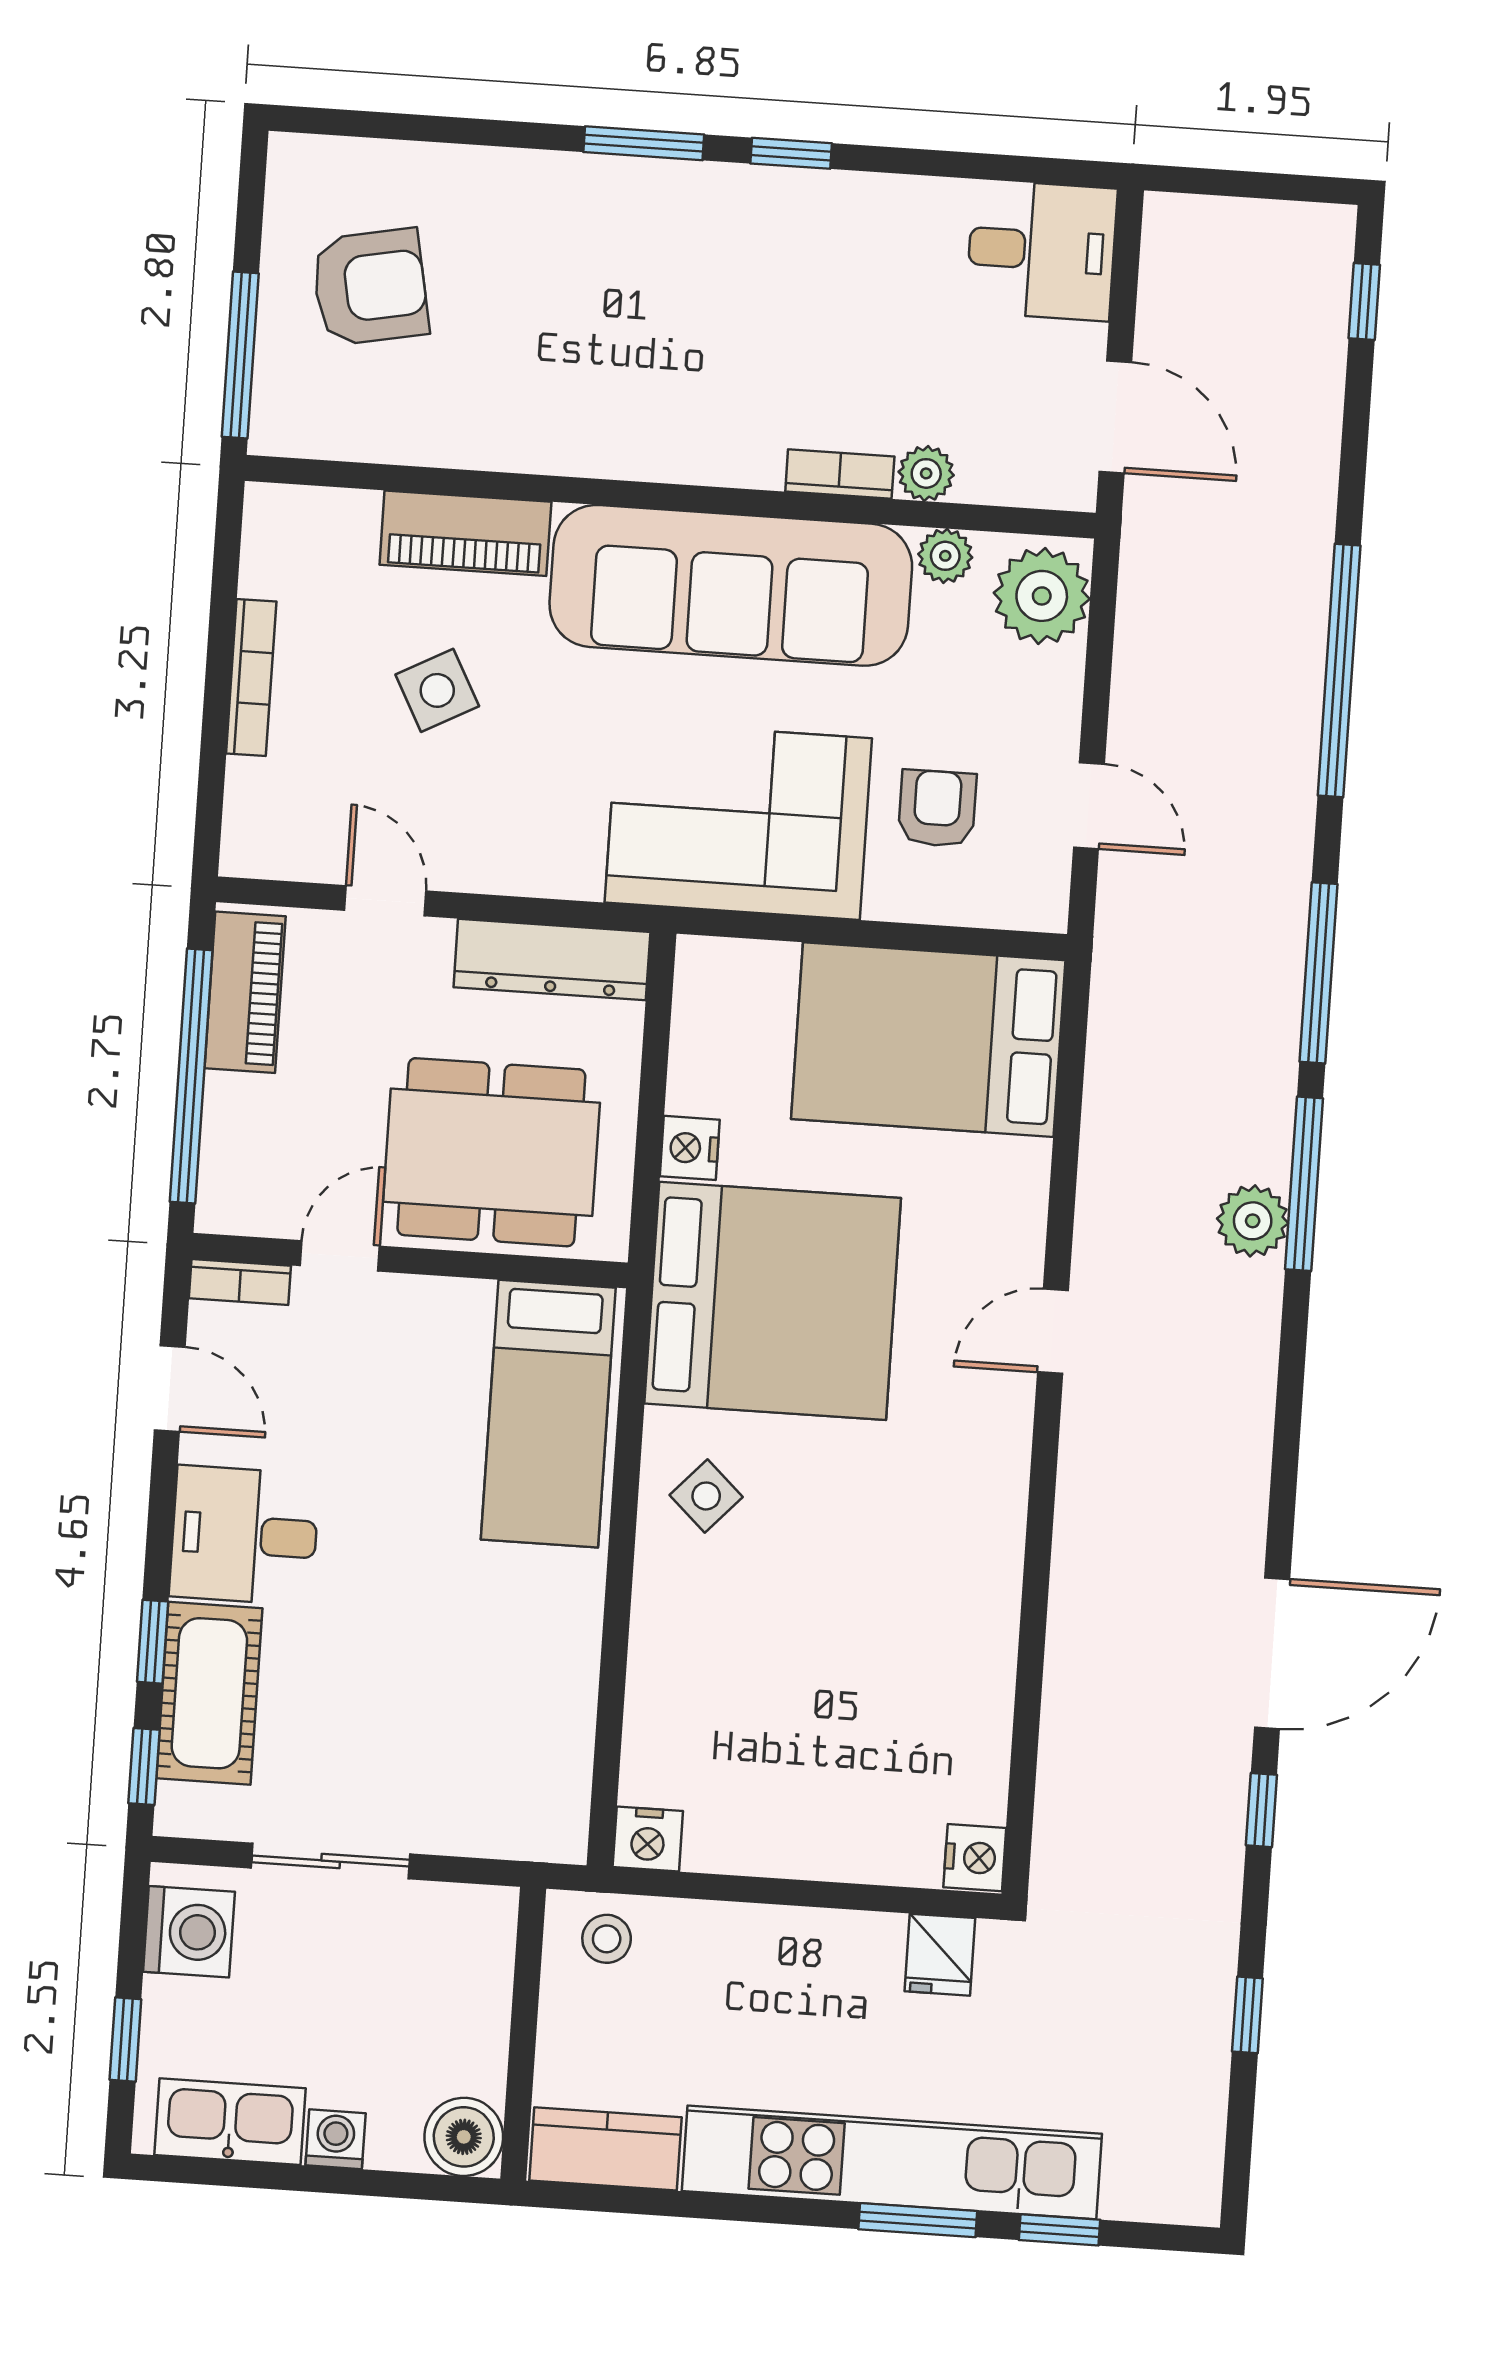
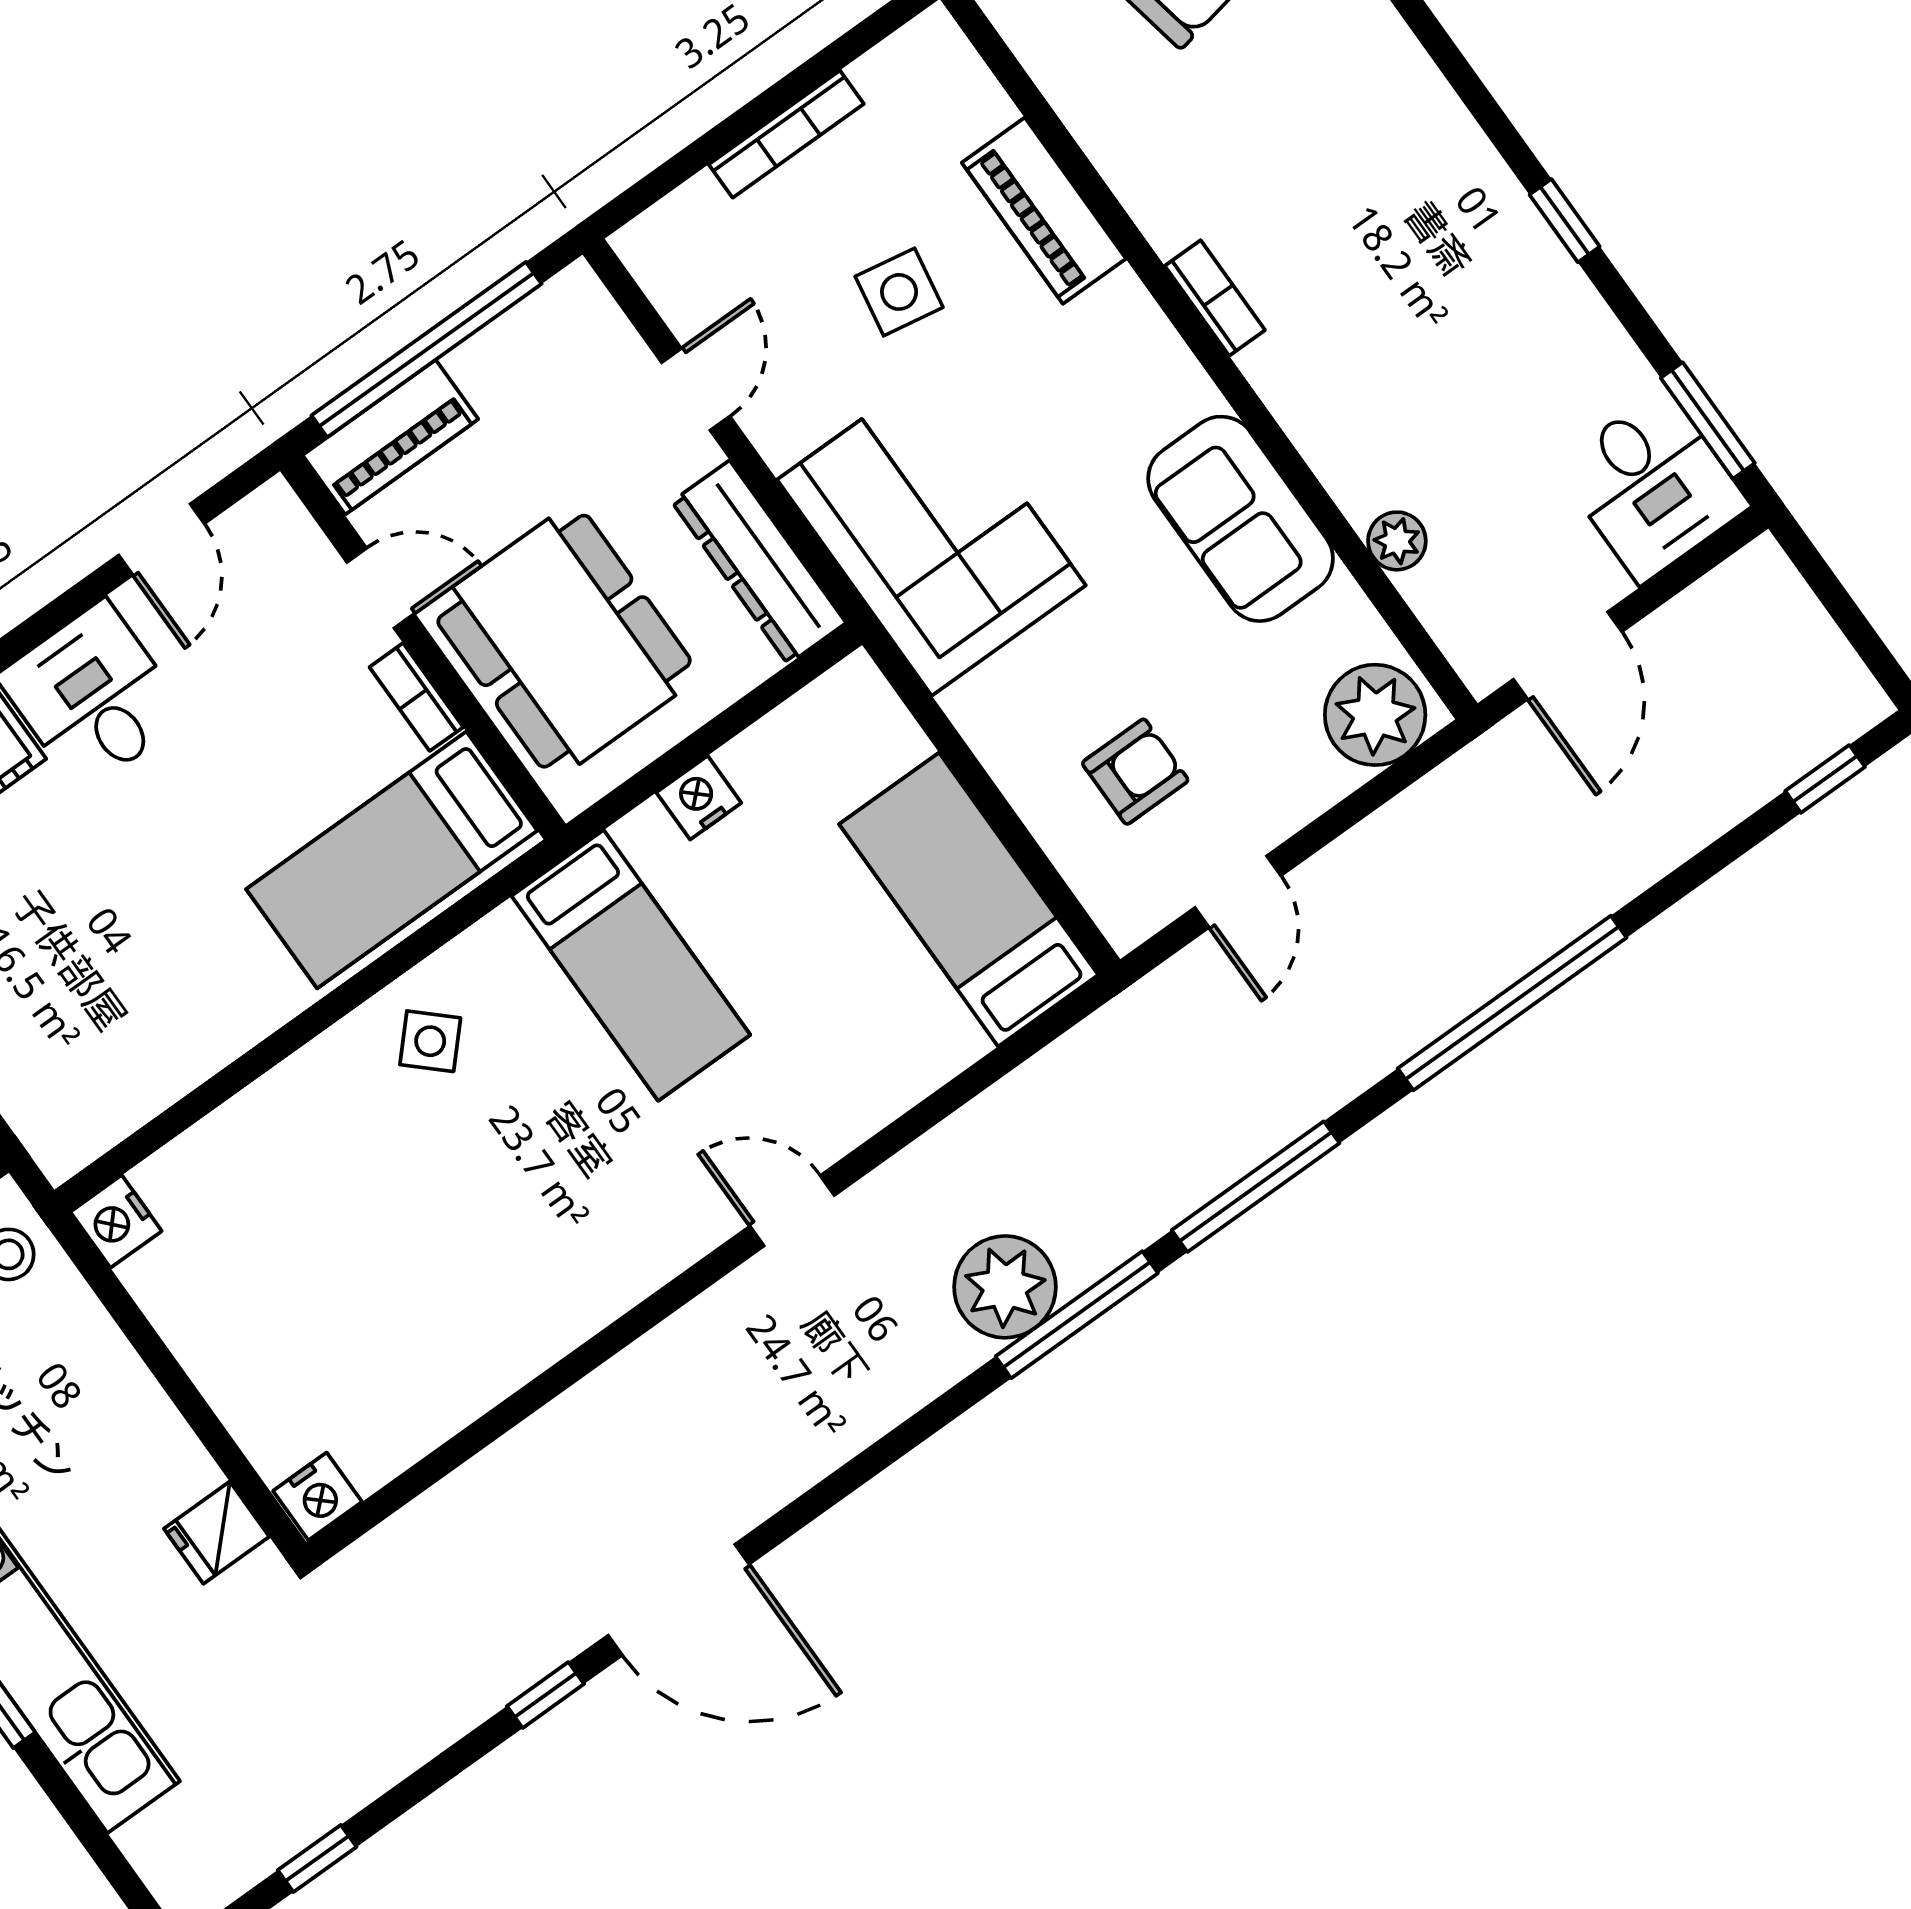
window: (644, 143) -> (1708, 421), moved
bookcase: (840, 474) -> (1215, 298), moved
plant: (945, 556) -> (1343, 611), removed
sofa: (731, 585) -> (1241, 519), width x0.54, depth x0.79
side table: (437, 690) -> (899, 292), turned 38
corner sofa: (738, 820) -> (931, 533), moved
piano: (245, 992) -> (390, 437), moved
bed: (928, 1040) -> (969, 900), width x0.67
plant: (1253, 1221) -> (1005, 1287), width x1.36, depth x1.36
bookcase: (240, 1282) -> (416, 697), moved
bed: (773, 1301) -> (631, 965), width x0.49
window: (1247, 2015) -> (317, 1859), moved
window: (1060, 2230) -> (75, 1811), removed

